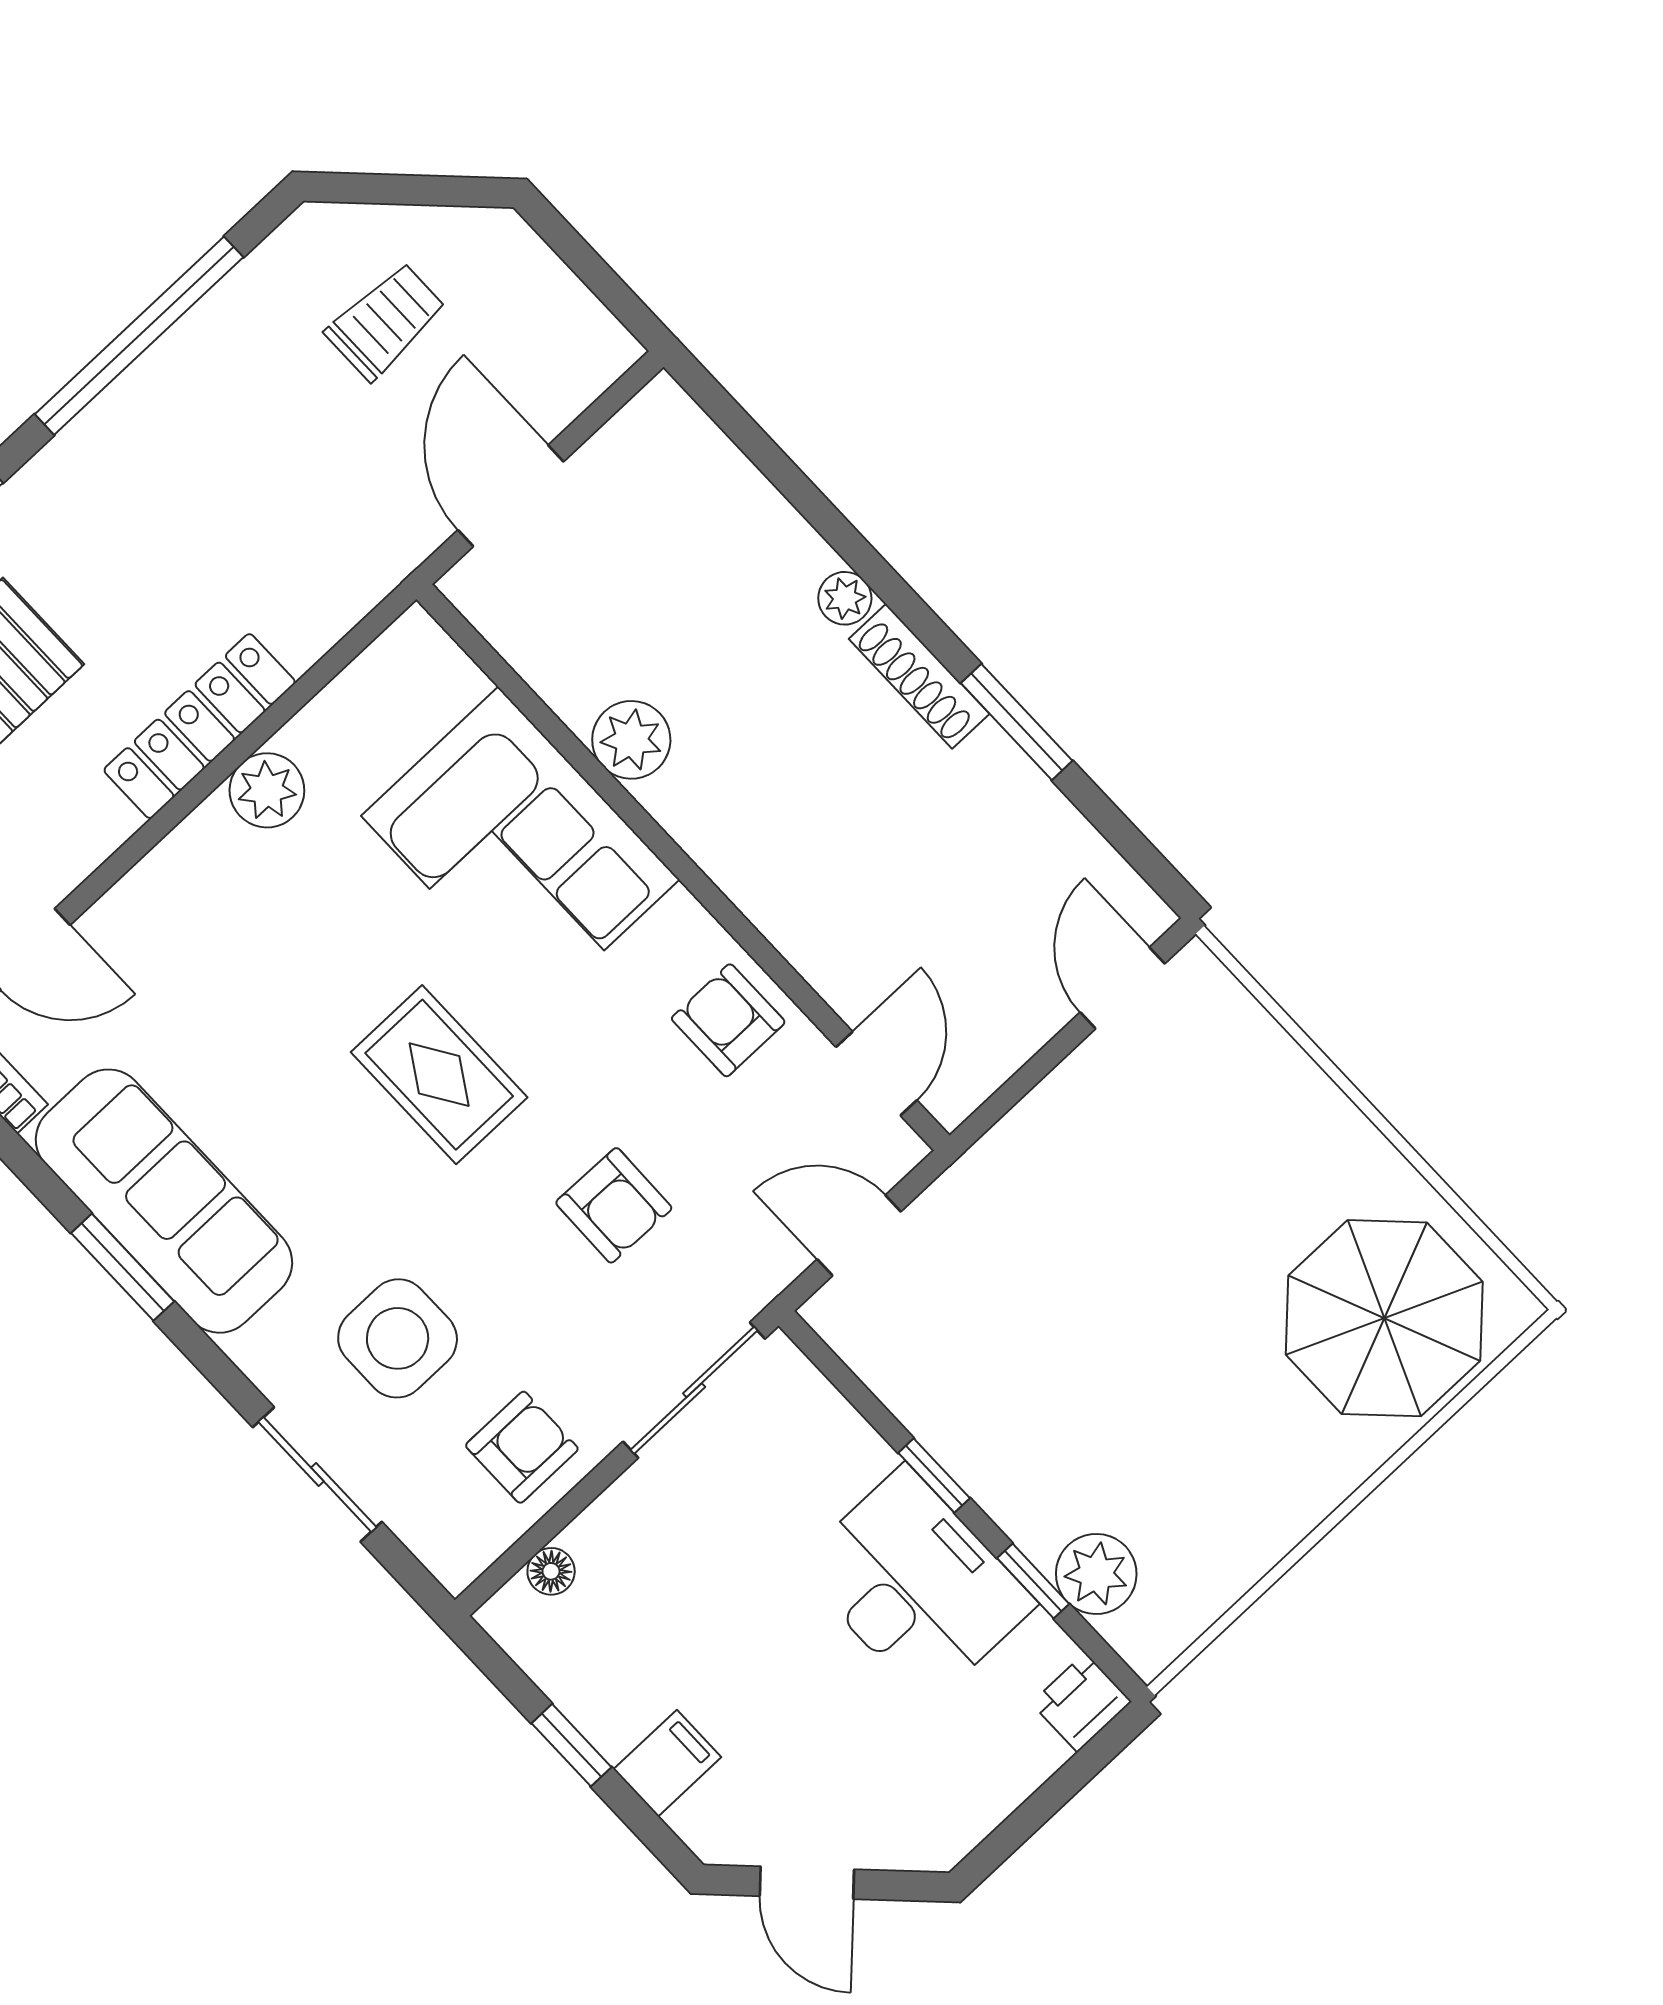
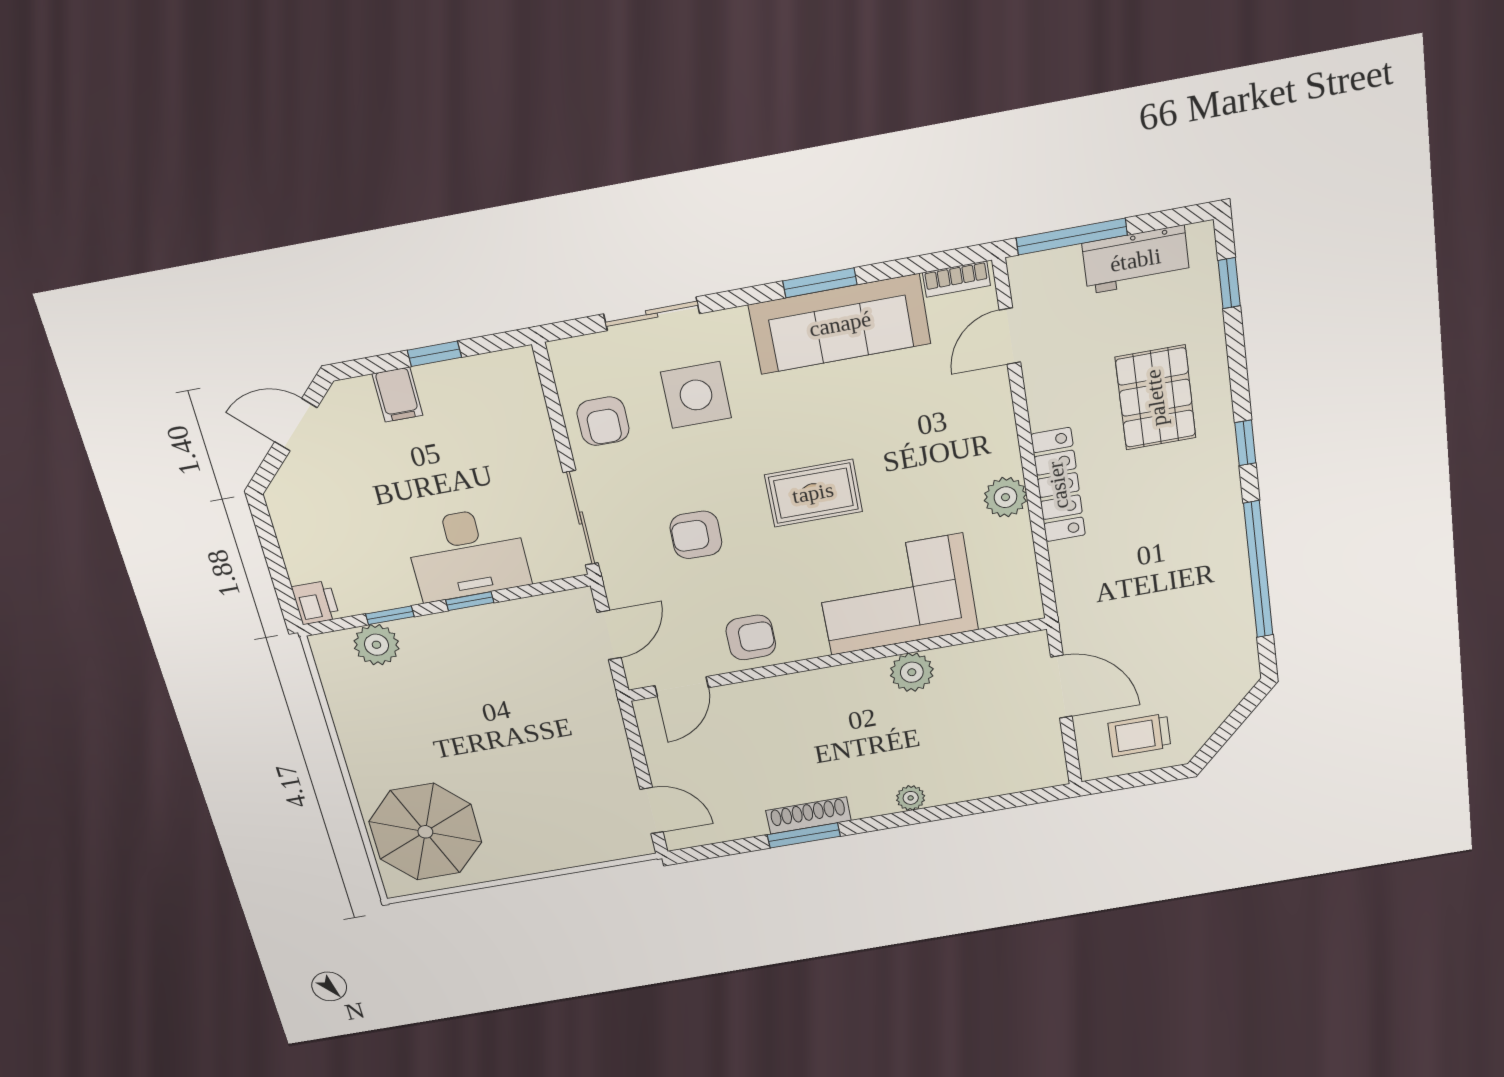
trolley: (386, 321) -> (1139, 735), moved, turned 90
shoe rack: (919, 676) -> (808, 816), moved
door: (877, 1074) -> (682, 687), hinge flipped
floor lamp: (551, 1571) -> (531, 397), removed
desk: (916, 1585) -> (467, 554), moved

